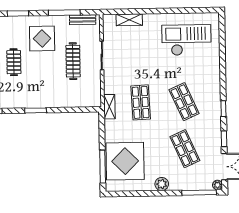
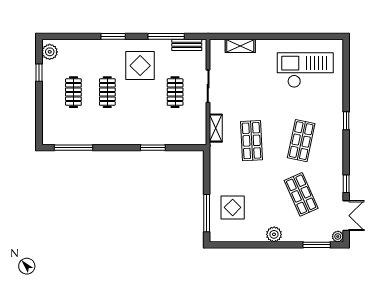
clothes rail: (73, 61) -> (175, 92), width x0.73
shop shelf: (184, 102) -> (301, 141), turned 36
shelving: (109, 107) -> (216, 128), moved
window: (223, 109) -> (346, 121), moved
window: (36, 110) -> (153, 148), moved
display table: (125, 161) -> (233, 207), width x0.54, depth x0.54
window: (199, 193) -> (317, 245), width x0.69

